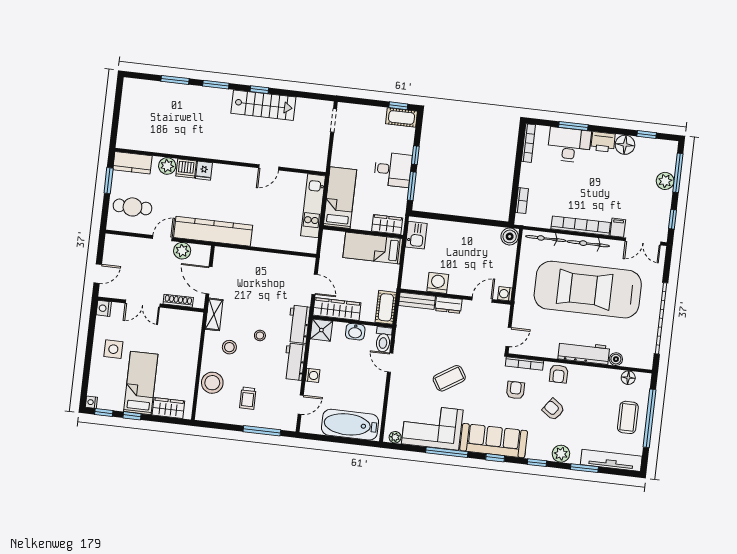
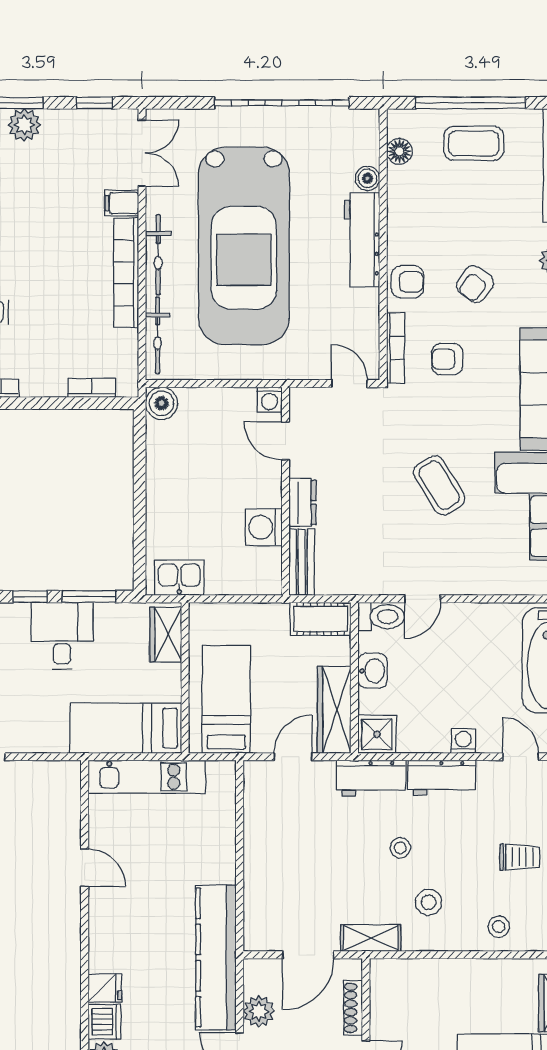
bed: (373, 248) -> (226, 699), moved, turned 180
stool: (212, 383) -> (499, 927), width x0.53, depth x0.53

